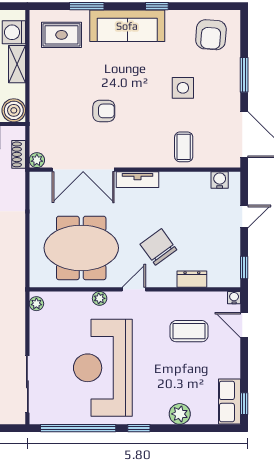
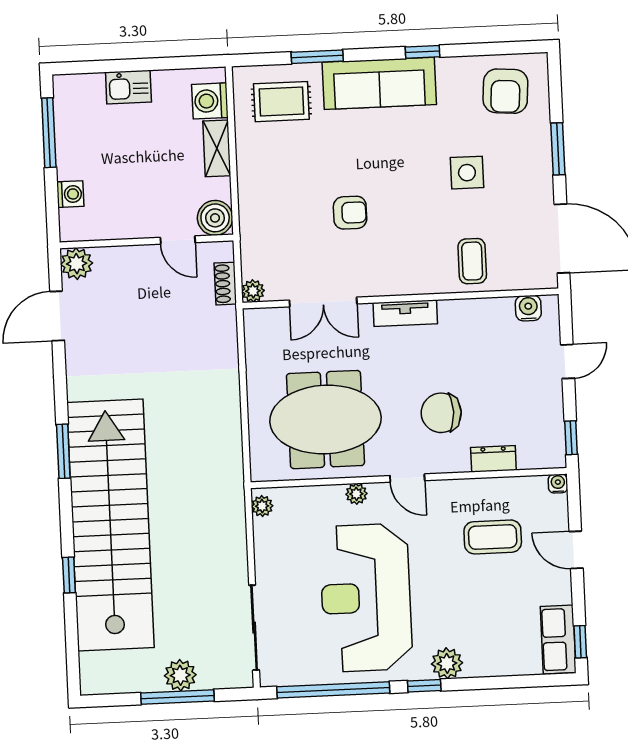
double door: (83, 170) -> (323, 302), width x0.73
chair: (158, 247) -> (441, 413), turned -54
door: (134, 289) -> (407, 478), swing flipped
door: (244, 325) -> (576, 550), moved
plant: (180, 414) -> (447, 663), moved

